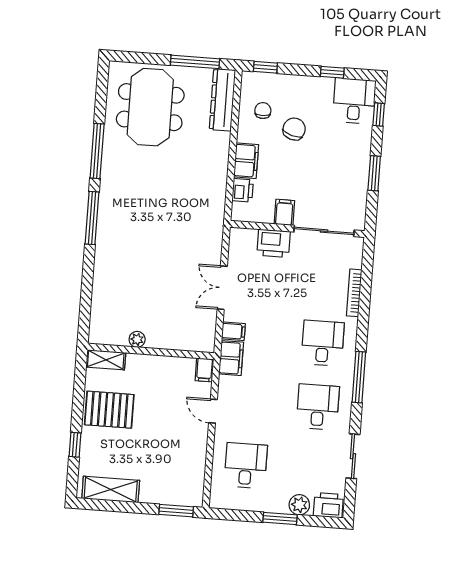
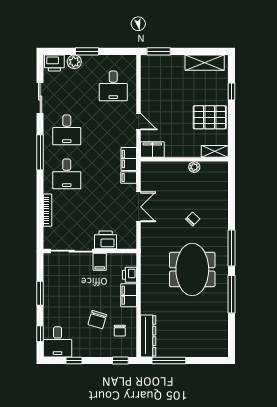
meeting table: (150, 107) -> (192, 269), moved
chair: (145, 264) -> (193, 219), added
filing cabinet: (204, 370) -> (152, 150), width x2.00

